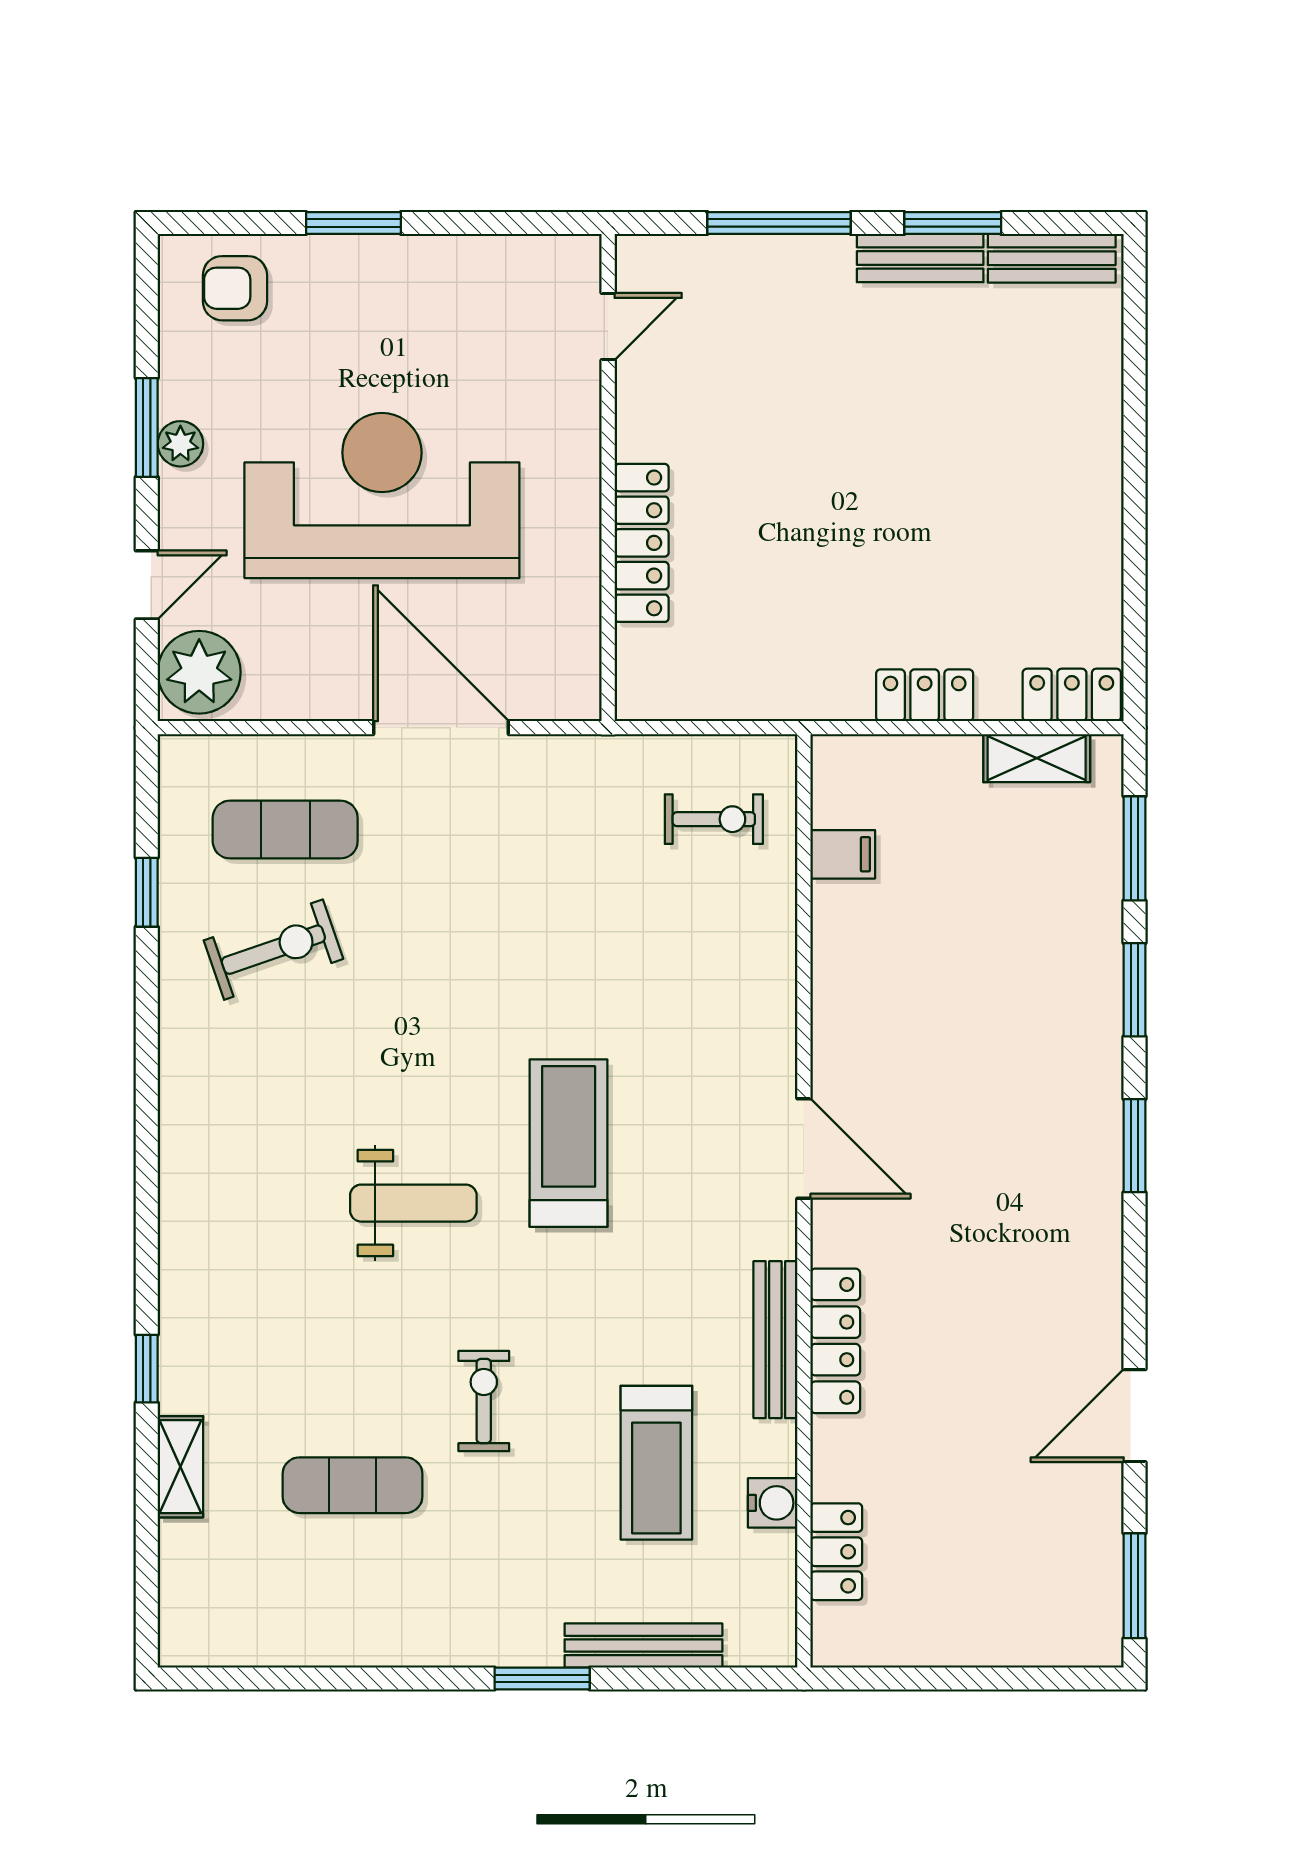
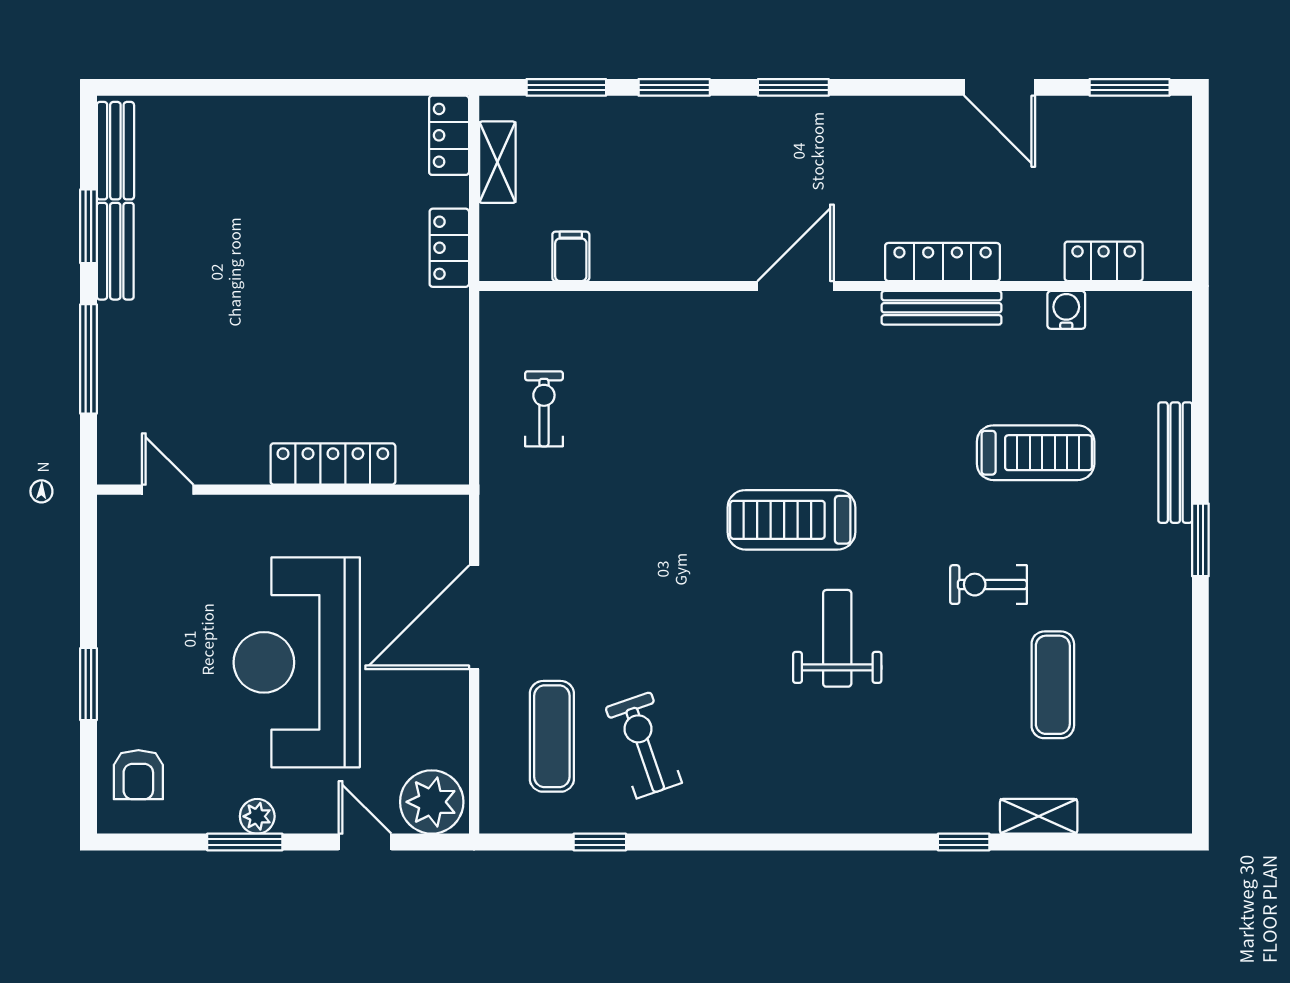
filing cabinet: (843, 854) -> (571, 256), moved
door: (804, 1148) -> (796, 286), moved
wall: (804, 1201) -> (836, 286), moved
bench: (775, 1340) -> (942, 308), moved
locker: (835, 1341) -> (943, 262), moved
water cooler: (773, 1503) -> (1066, 310), moved
locker: (836, 1552) -> (1104, 261), moved

